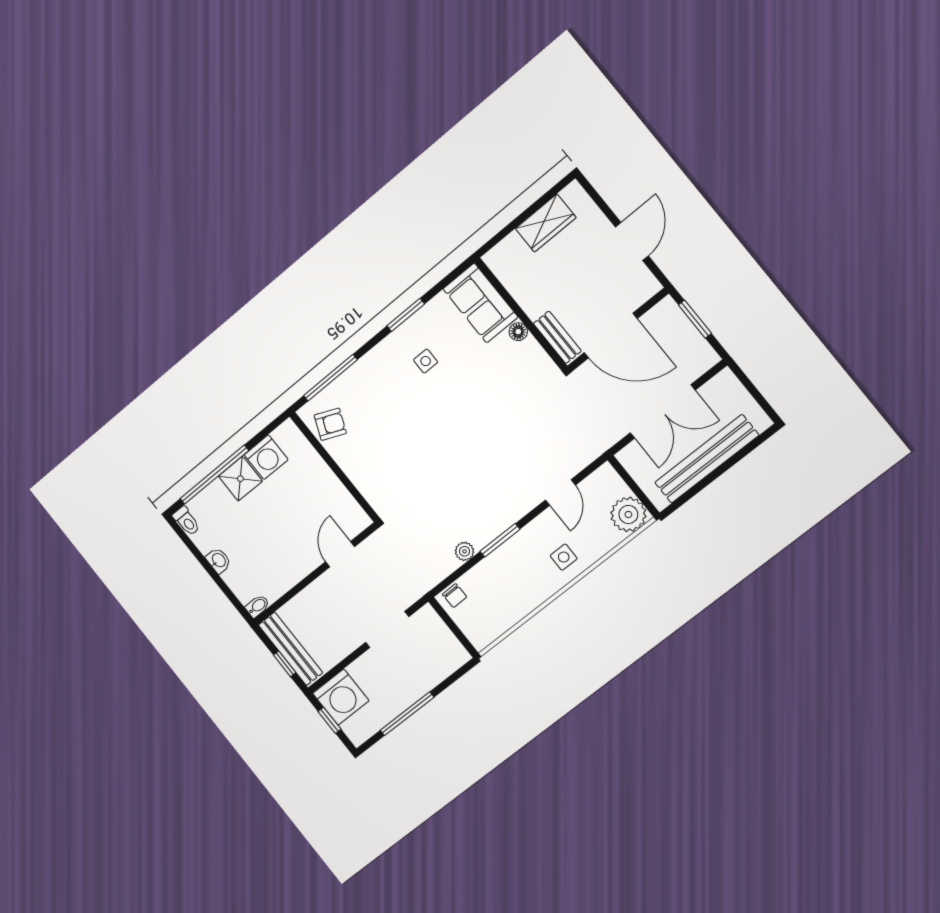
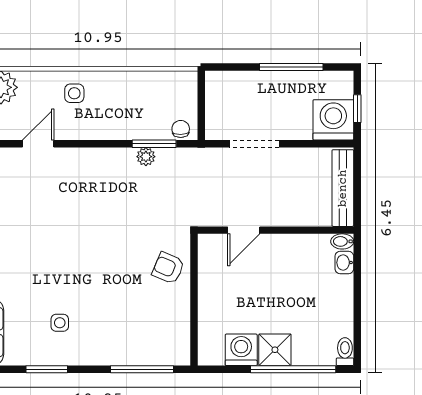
armchair: (330, 424) -> (168, 268), moved
window: (500, 540) -> (154, 144), moved
washbasin: (219, 560) -> (344, 263), moved
window: (285, 664) -> (357, 180), removed

